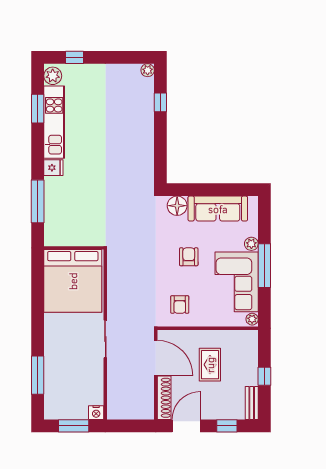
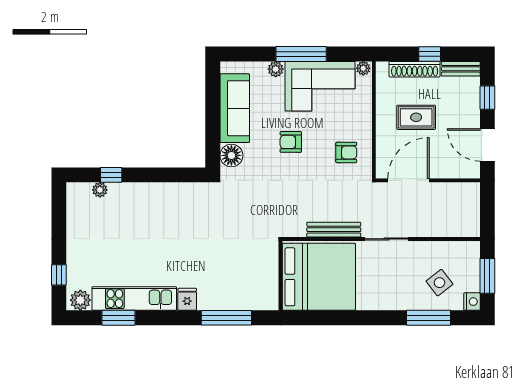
plant: (148, 70) -> (100, 190), moved
bench: (113, 294) -> (334, 230), added
side table: (68, 385) -> (440, 283), added
shoe rack: (164, 398) -> (415, 69), moved, turned 180
nightstand: (96, 413) -> (472, 302), moved

